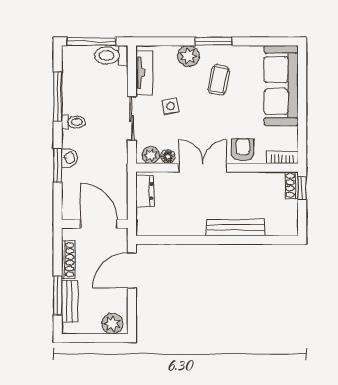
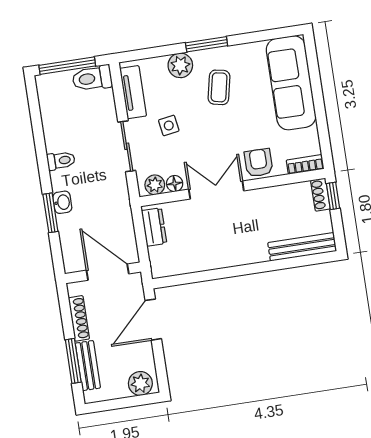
window: (58, 97) -> (39, 135), removed
bench: (236, 228) -> (302, 247), moved

